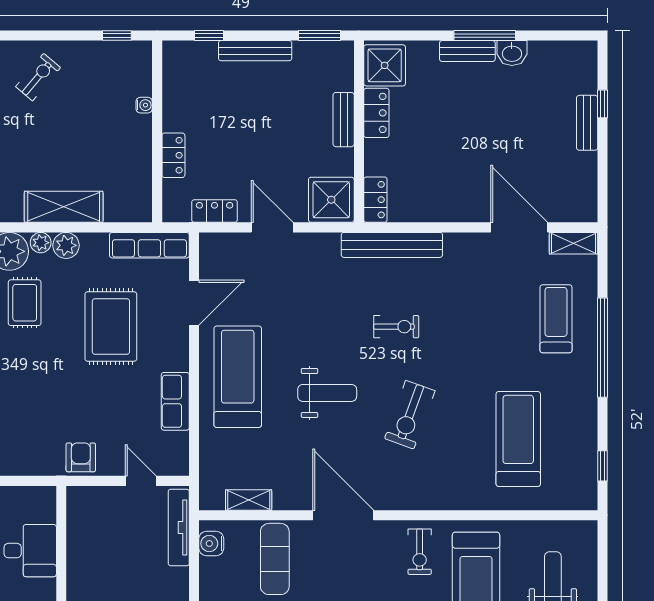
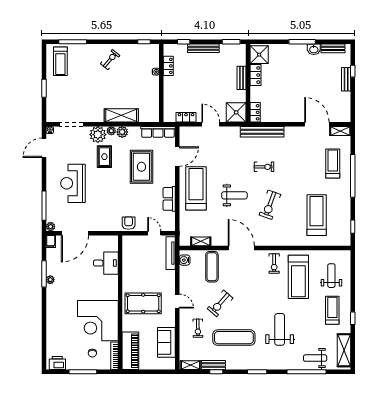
bench: (467, 51) -> (333, 48), moved
locker: (173, 155) -> (168, 66), moved

